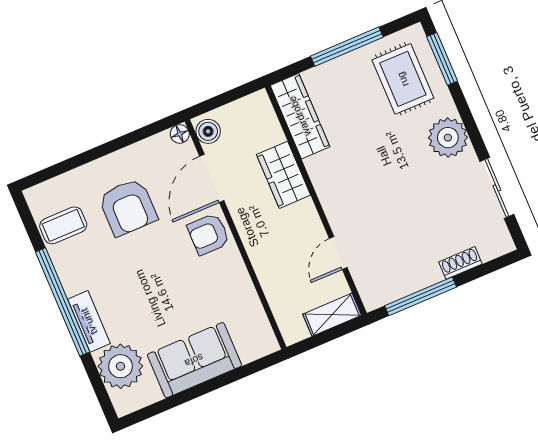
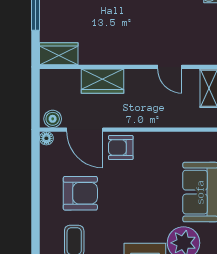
wardrobe: (300, 116) -> (59, 54), width x0.67
armchair: (208, 234) -> (121, 148), turned 90

